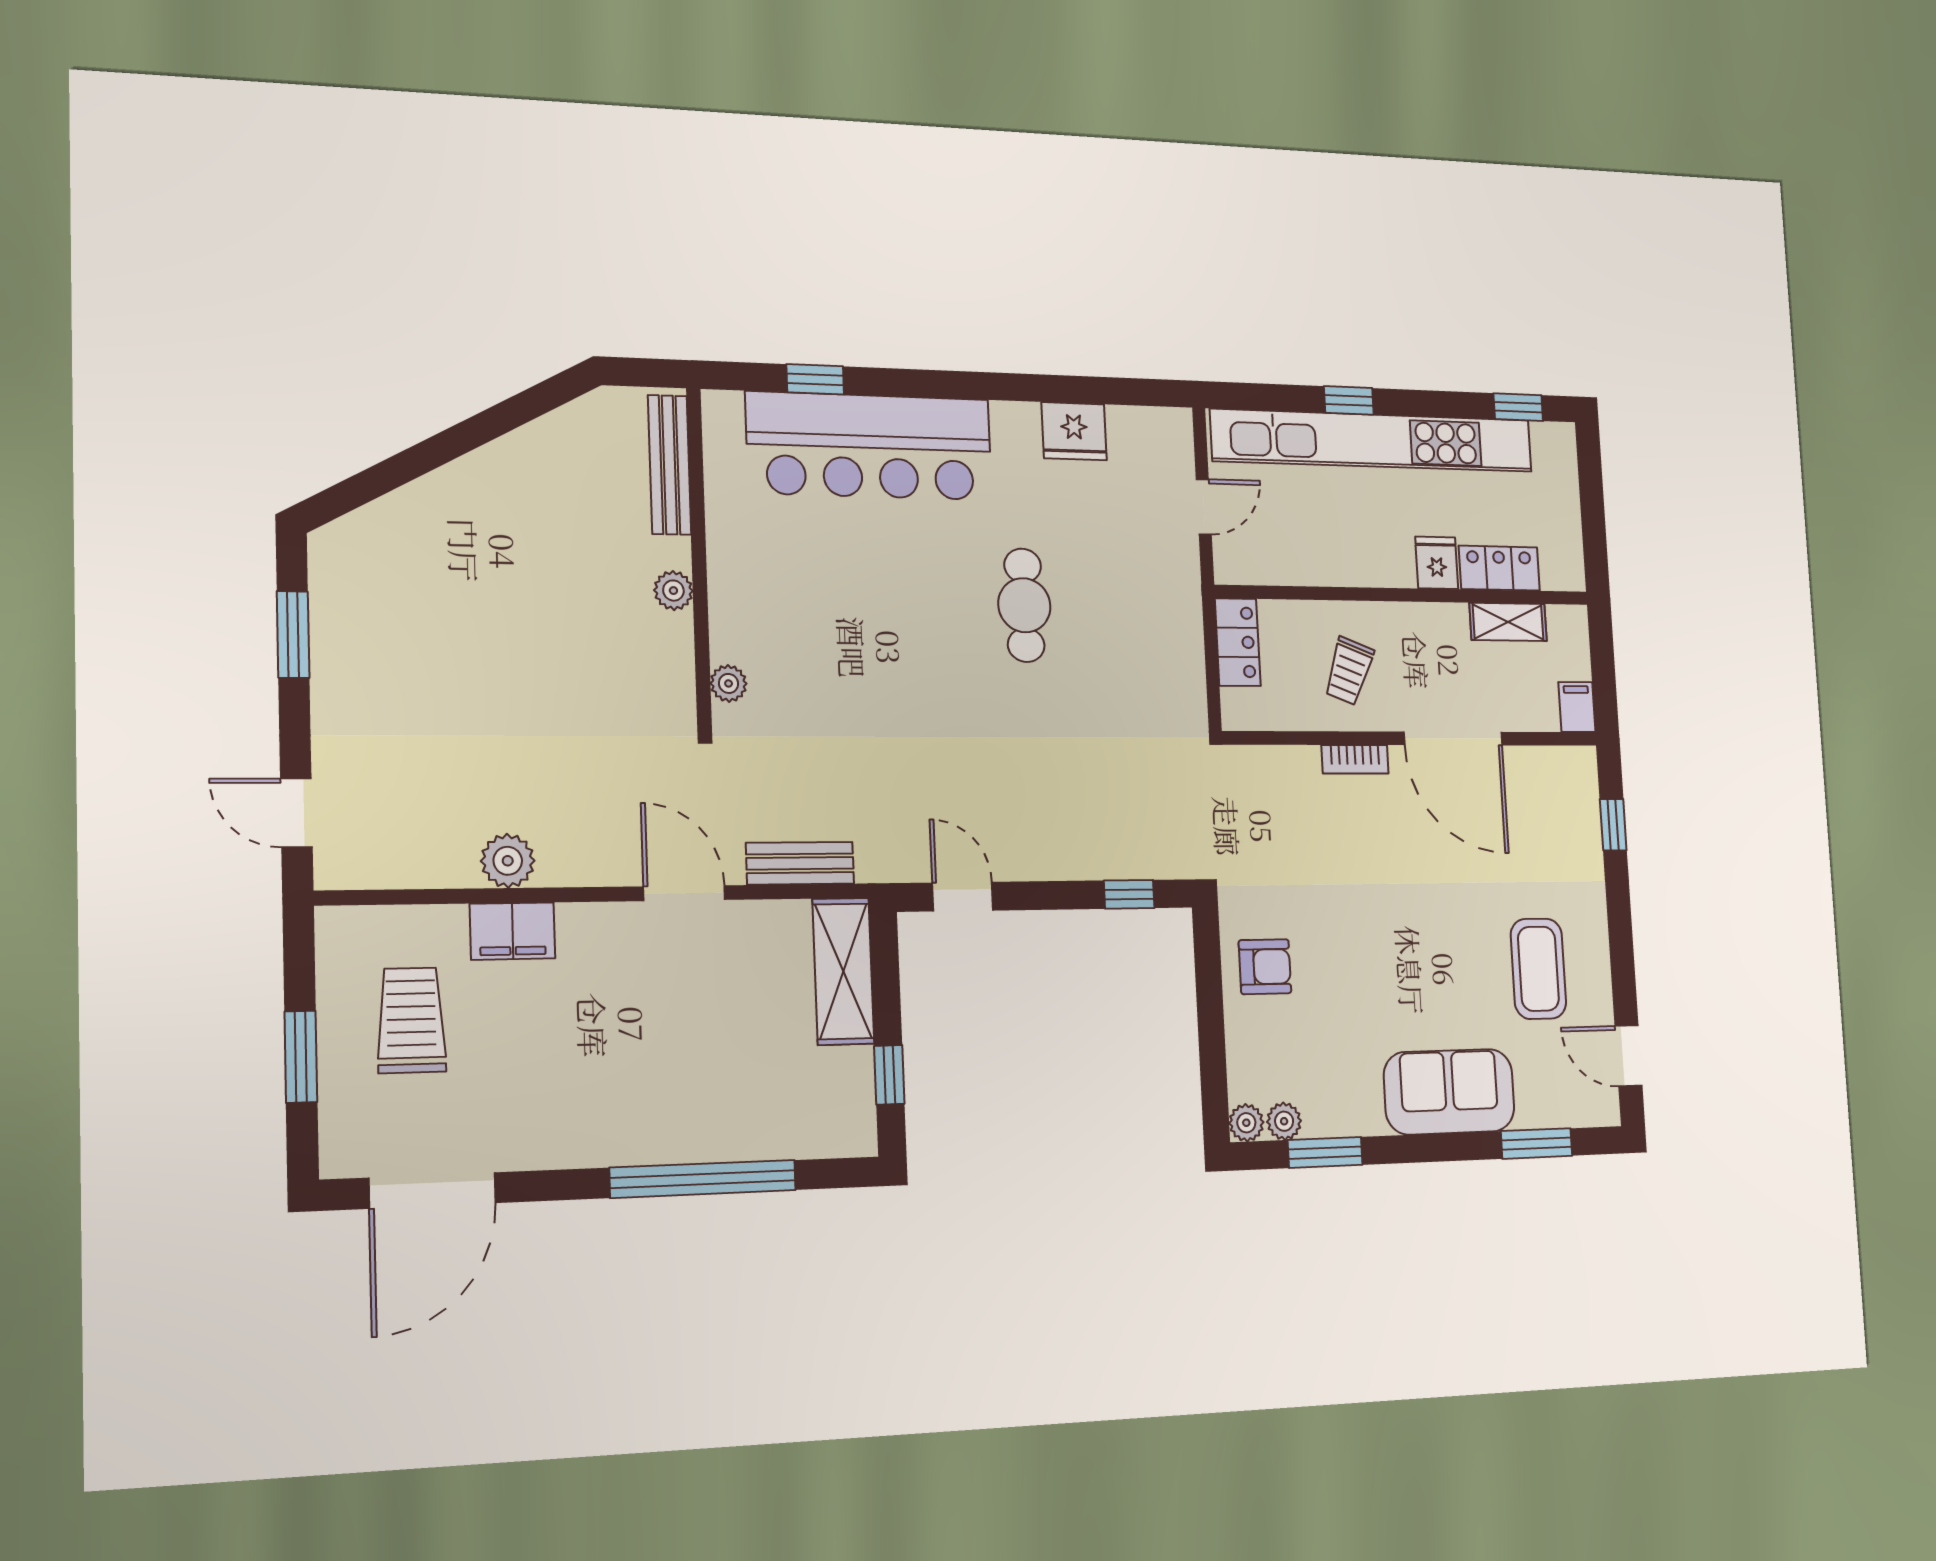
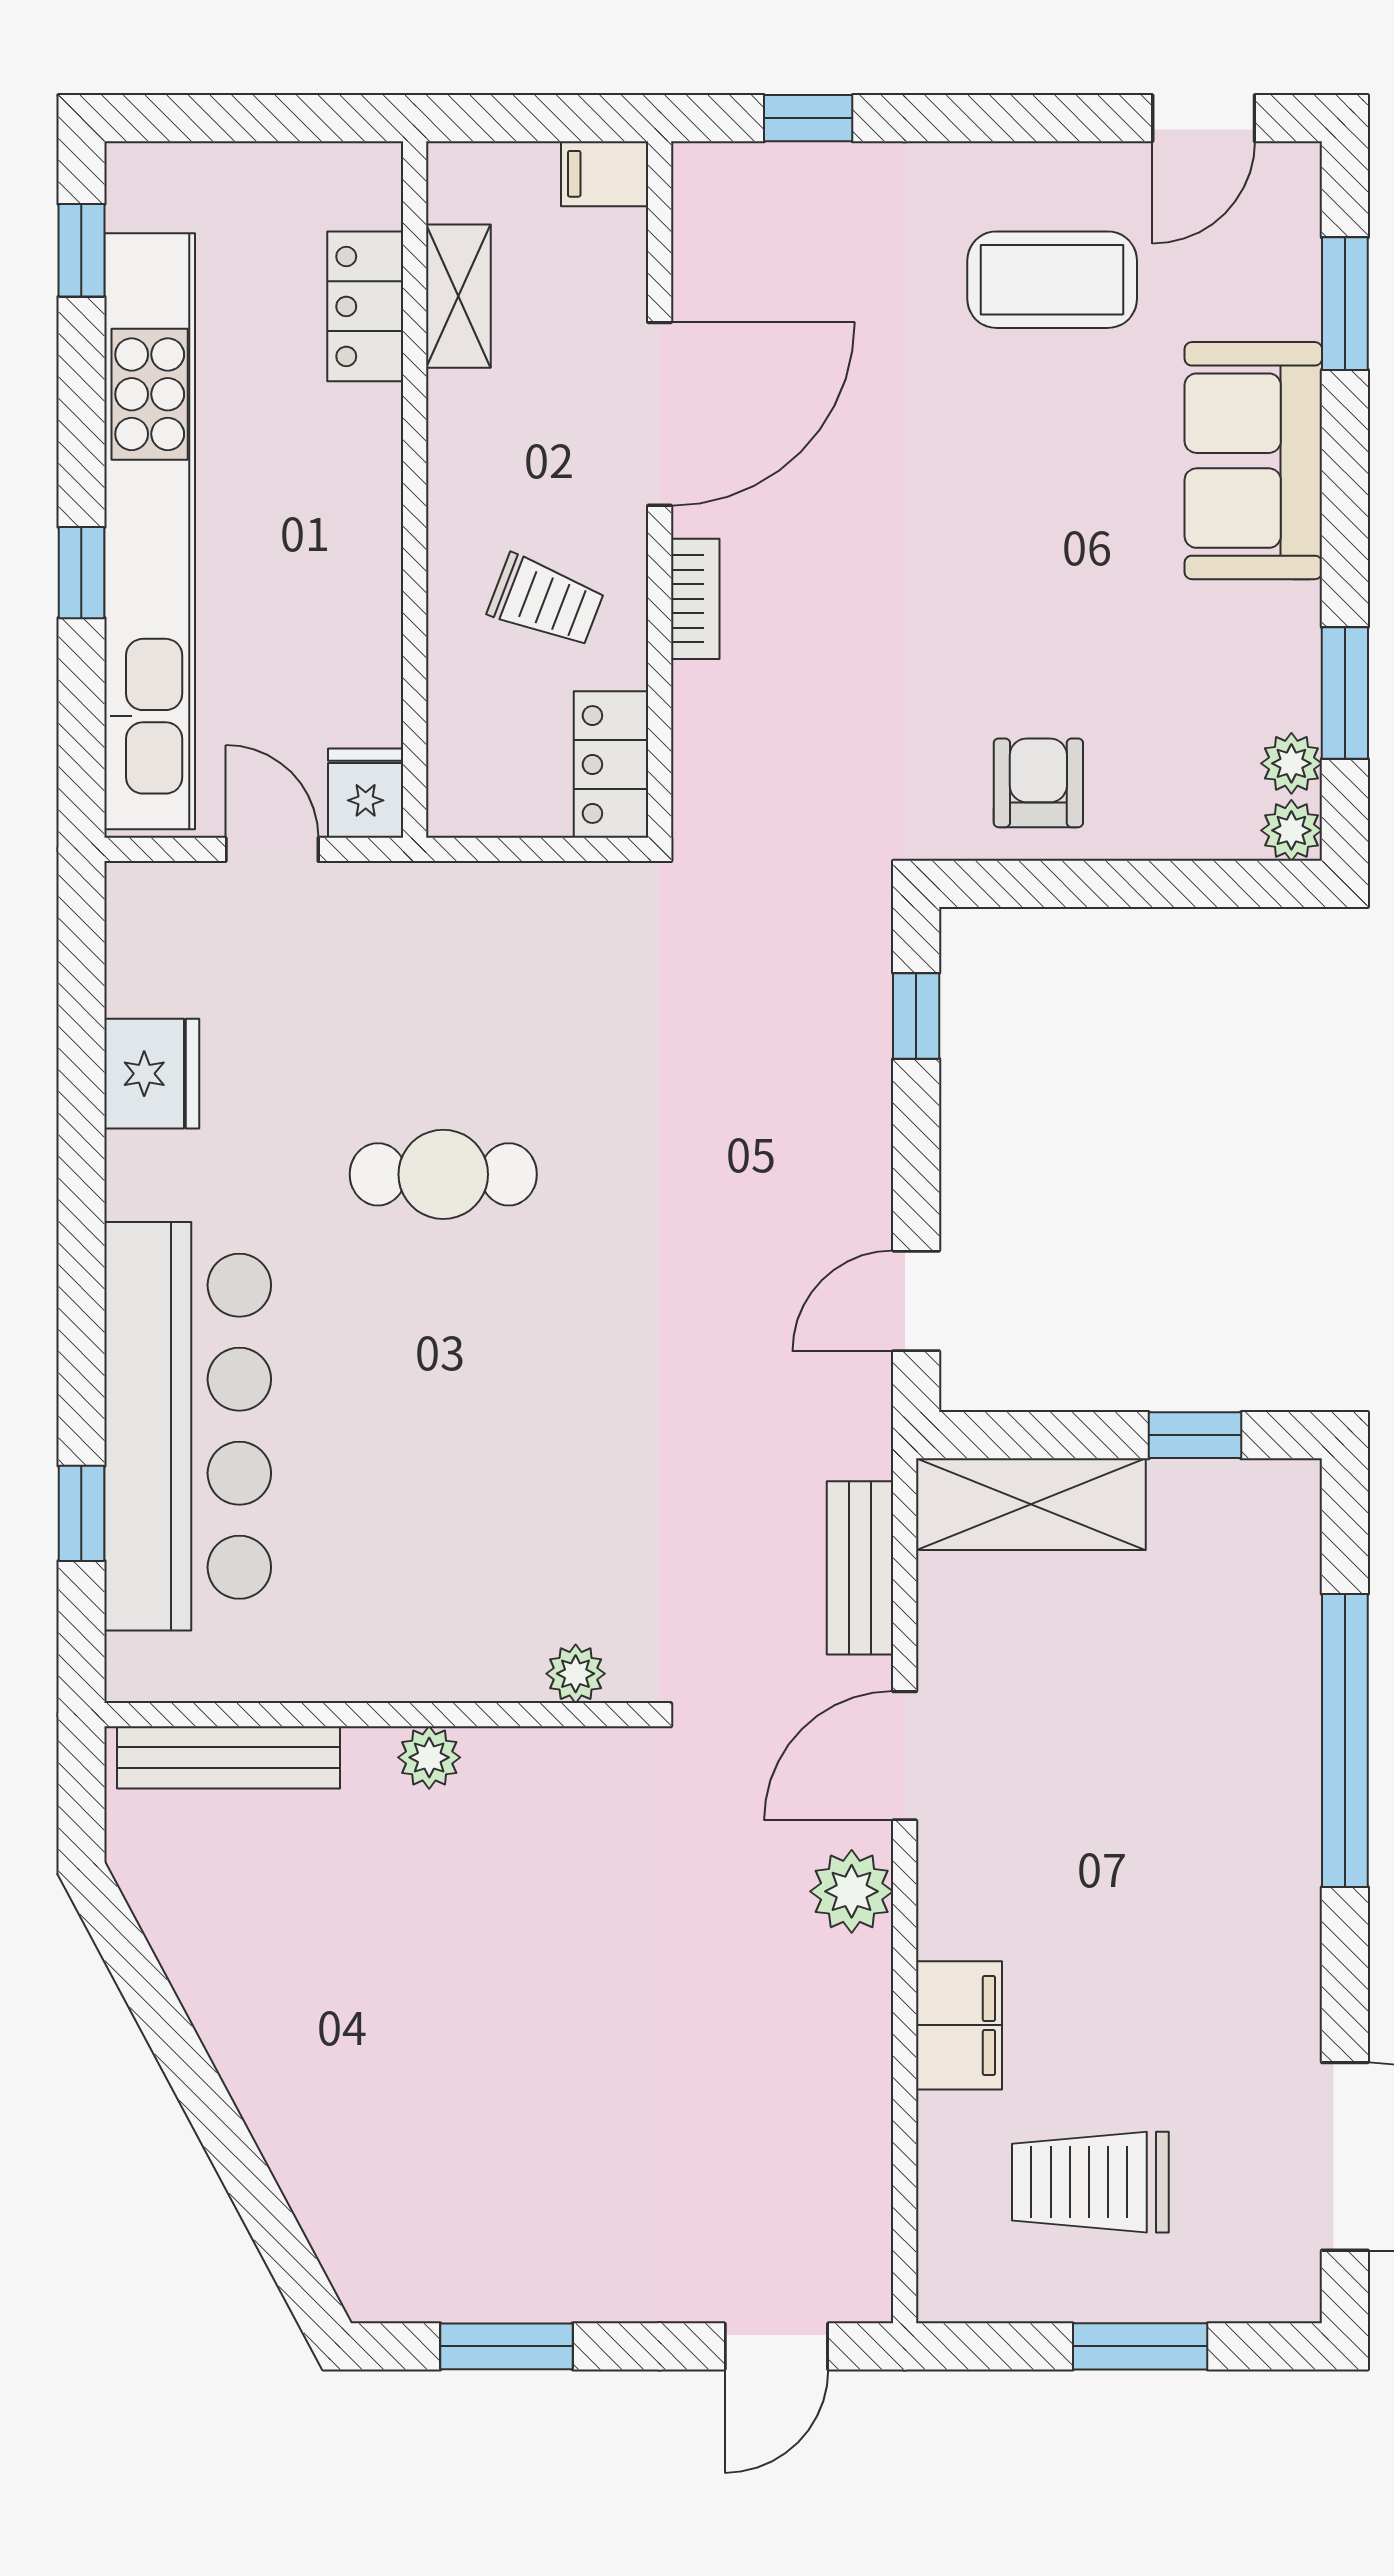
fridge: (1437, 563) -> (366, 793), moved, turned 90
locker: (1238, 642) -> (611, 764), moved, turned -90
plant: (508, 861) -> (852, 1891), moved

